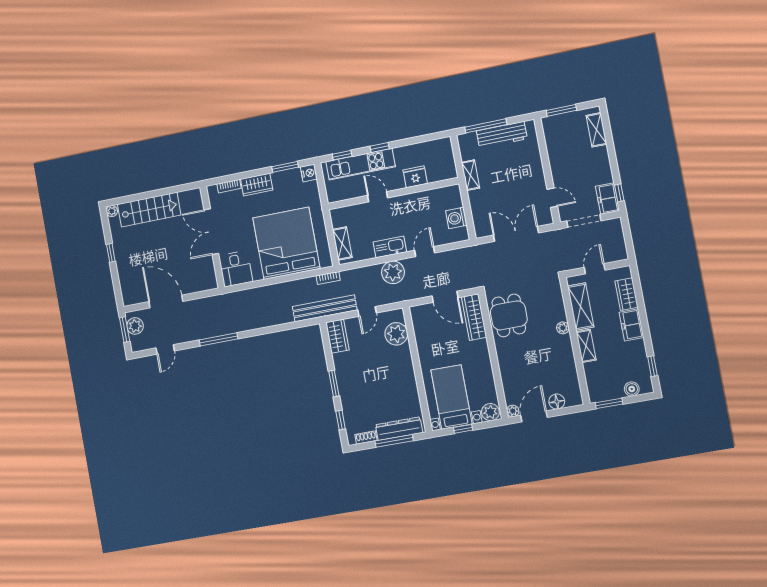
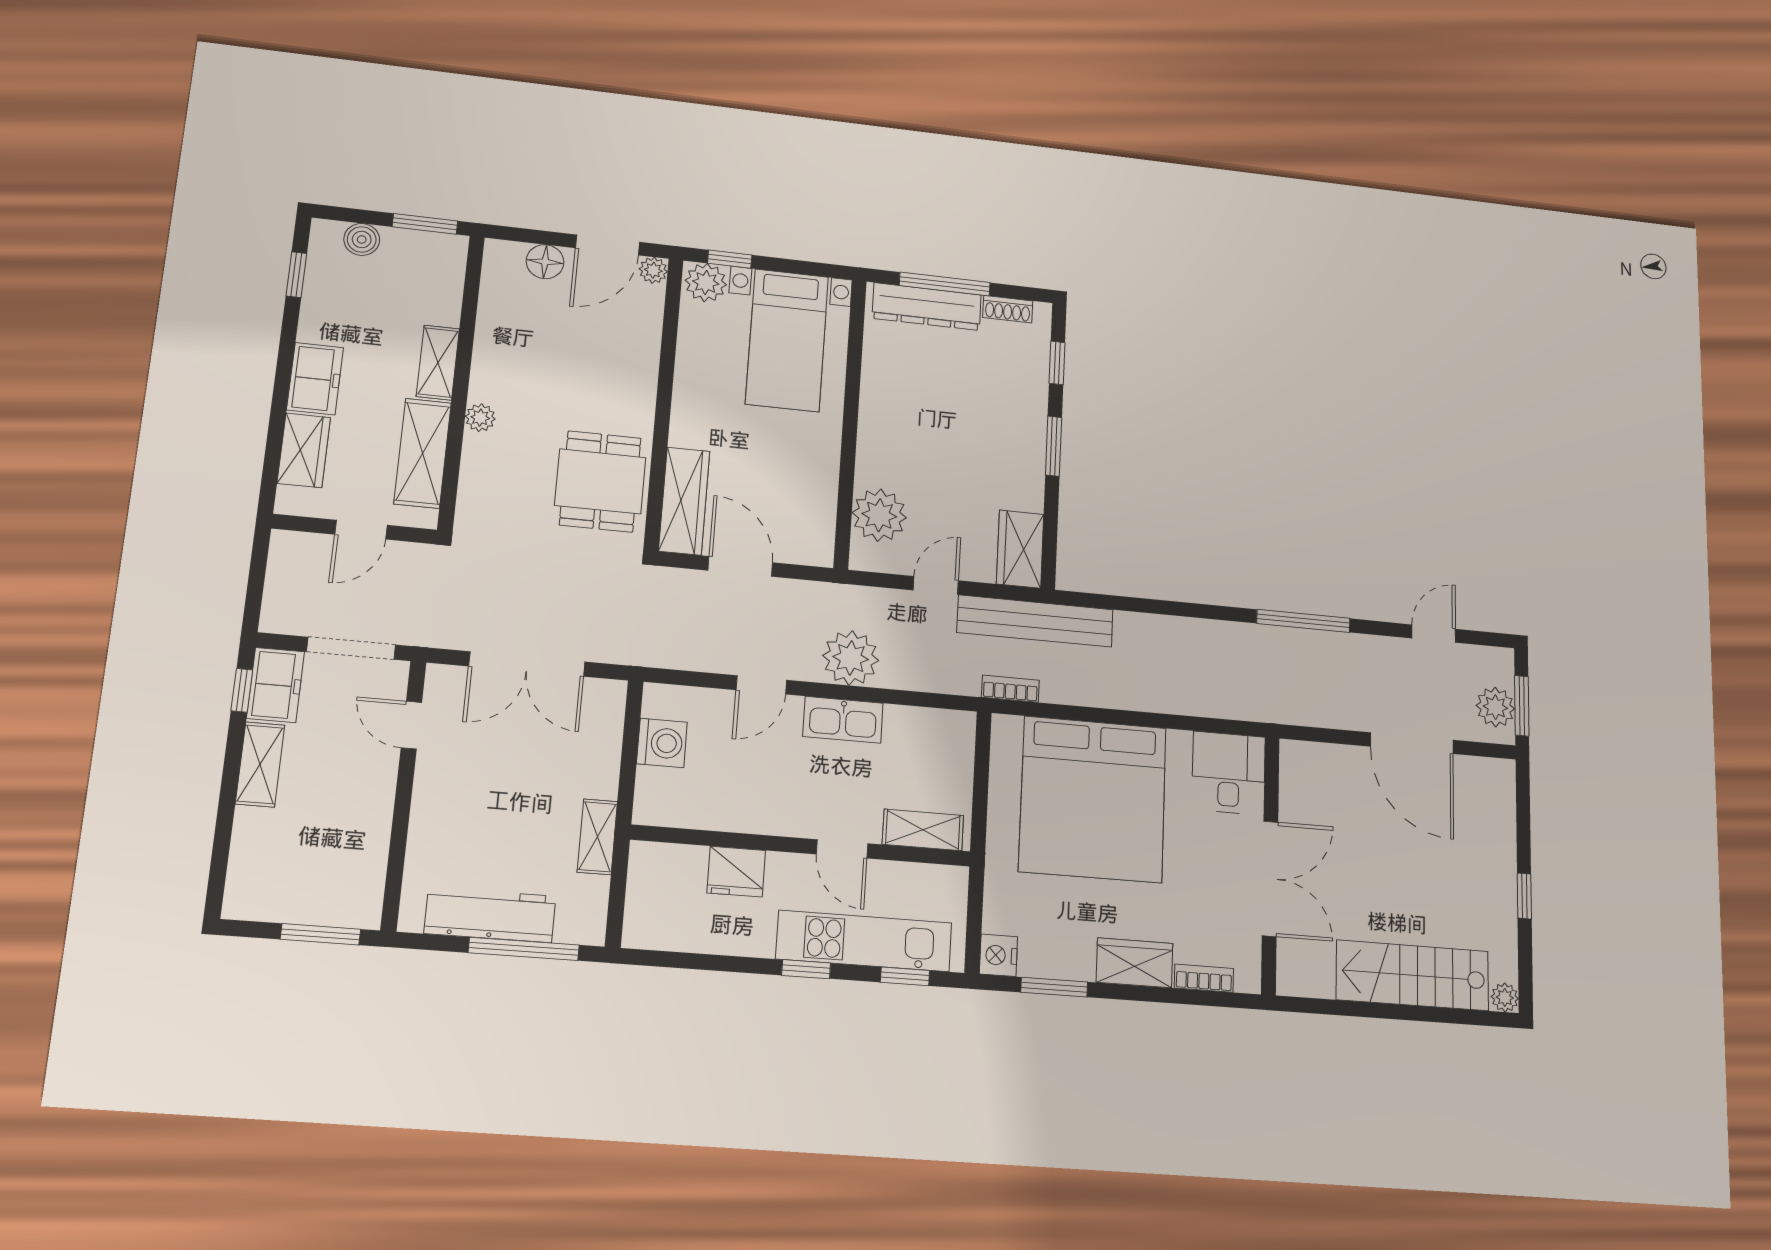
shelving: (596, 130) -> (260, 764), moved
shelving: (342, 244) -> (923, 830), moved, turned 90
window: (463, 429) -> (730, 259), moved

